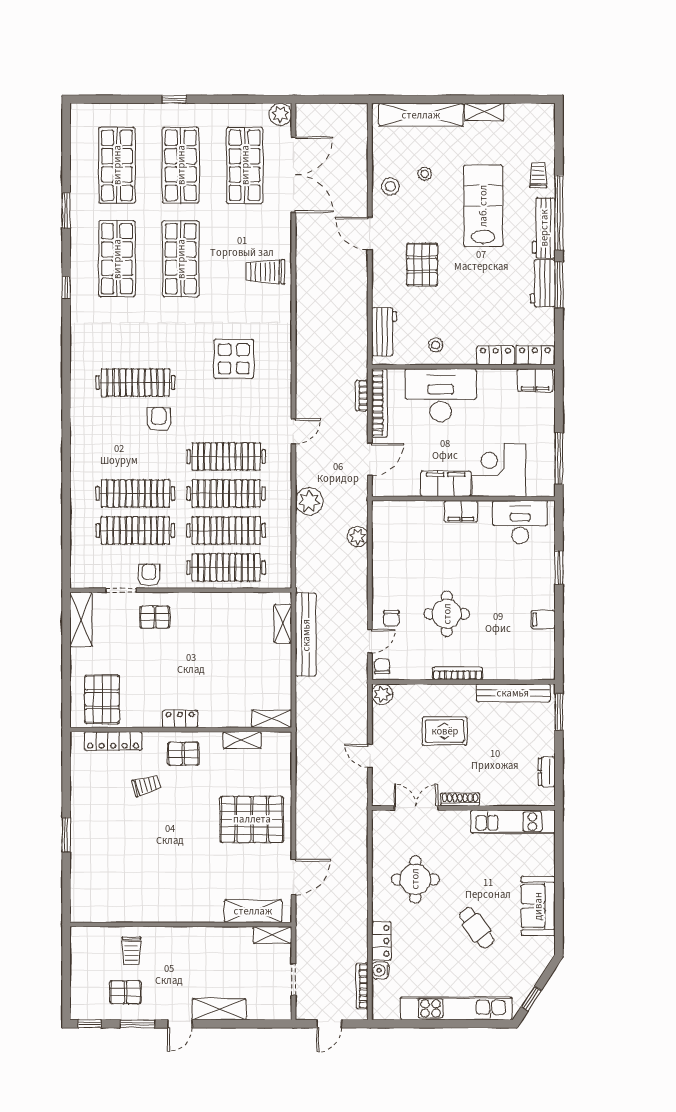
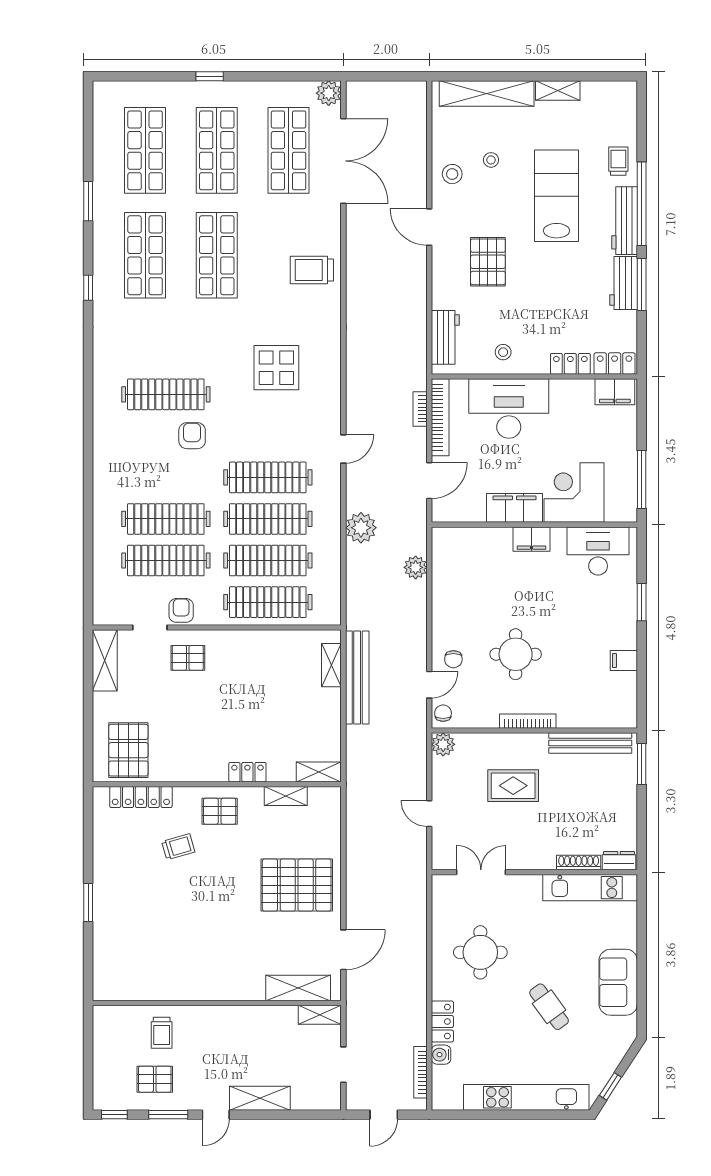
locker: (180, 719) -> (247, 772), moved
dresser: (547, 772) -> (619, 861), moved, turned 90
shoe rack: (460, 799) -> (579, 863), moved

